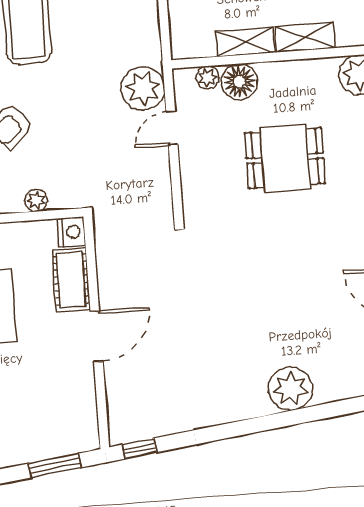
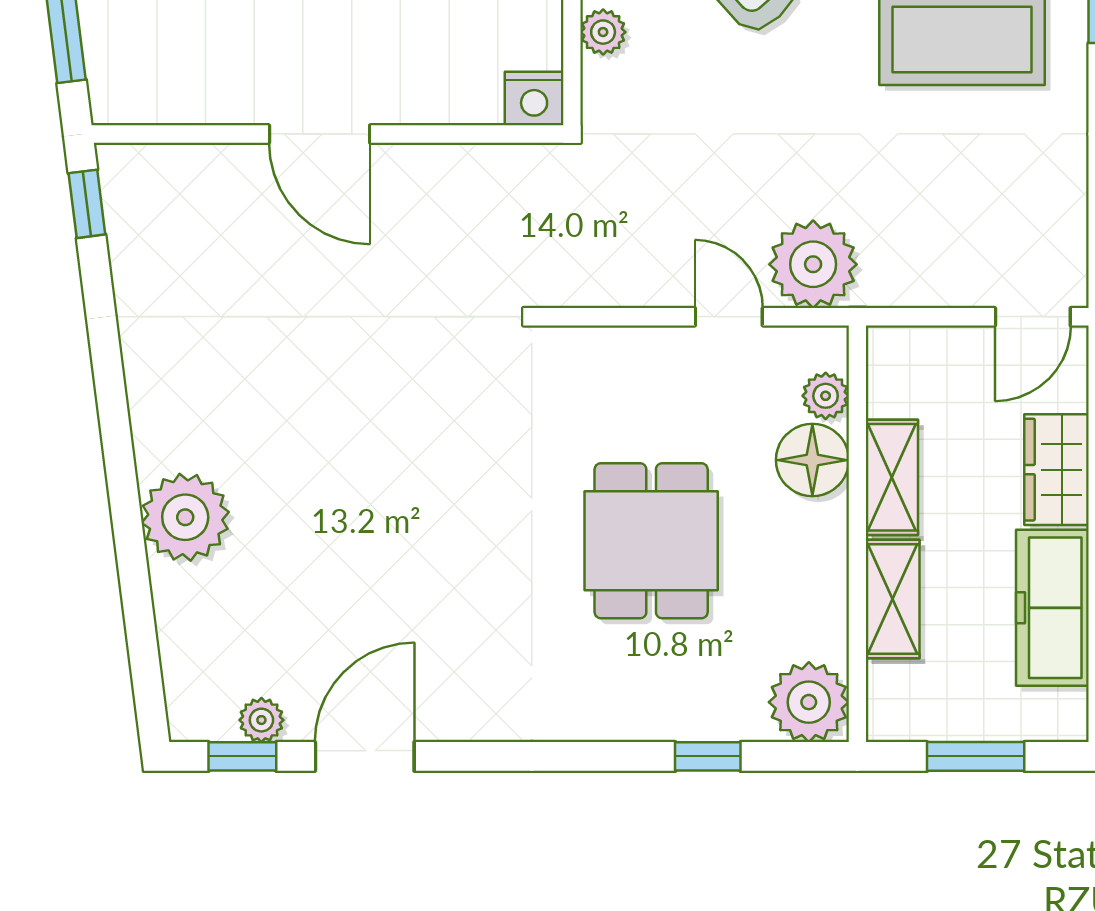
cot: (71, 280) -> (437, 91), removed

